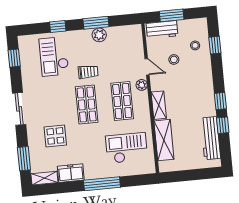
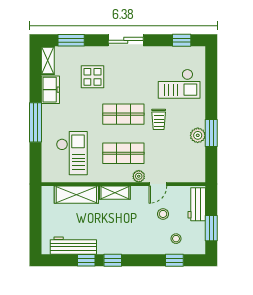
window: (172, 15) -> (211, 228), moved
window: (58, 27) -> (211, 91), removed
checkout: (54, 56) -> (179, 84), turned 180

